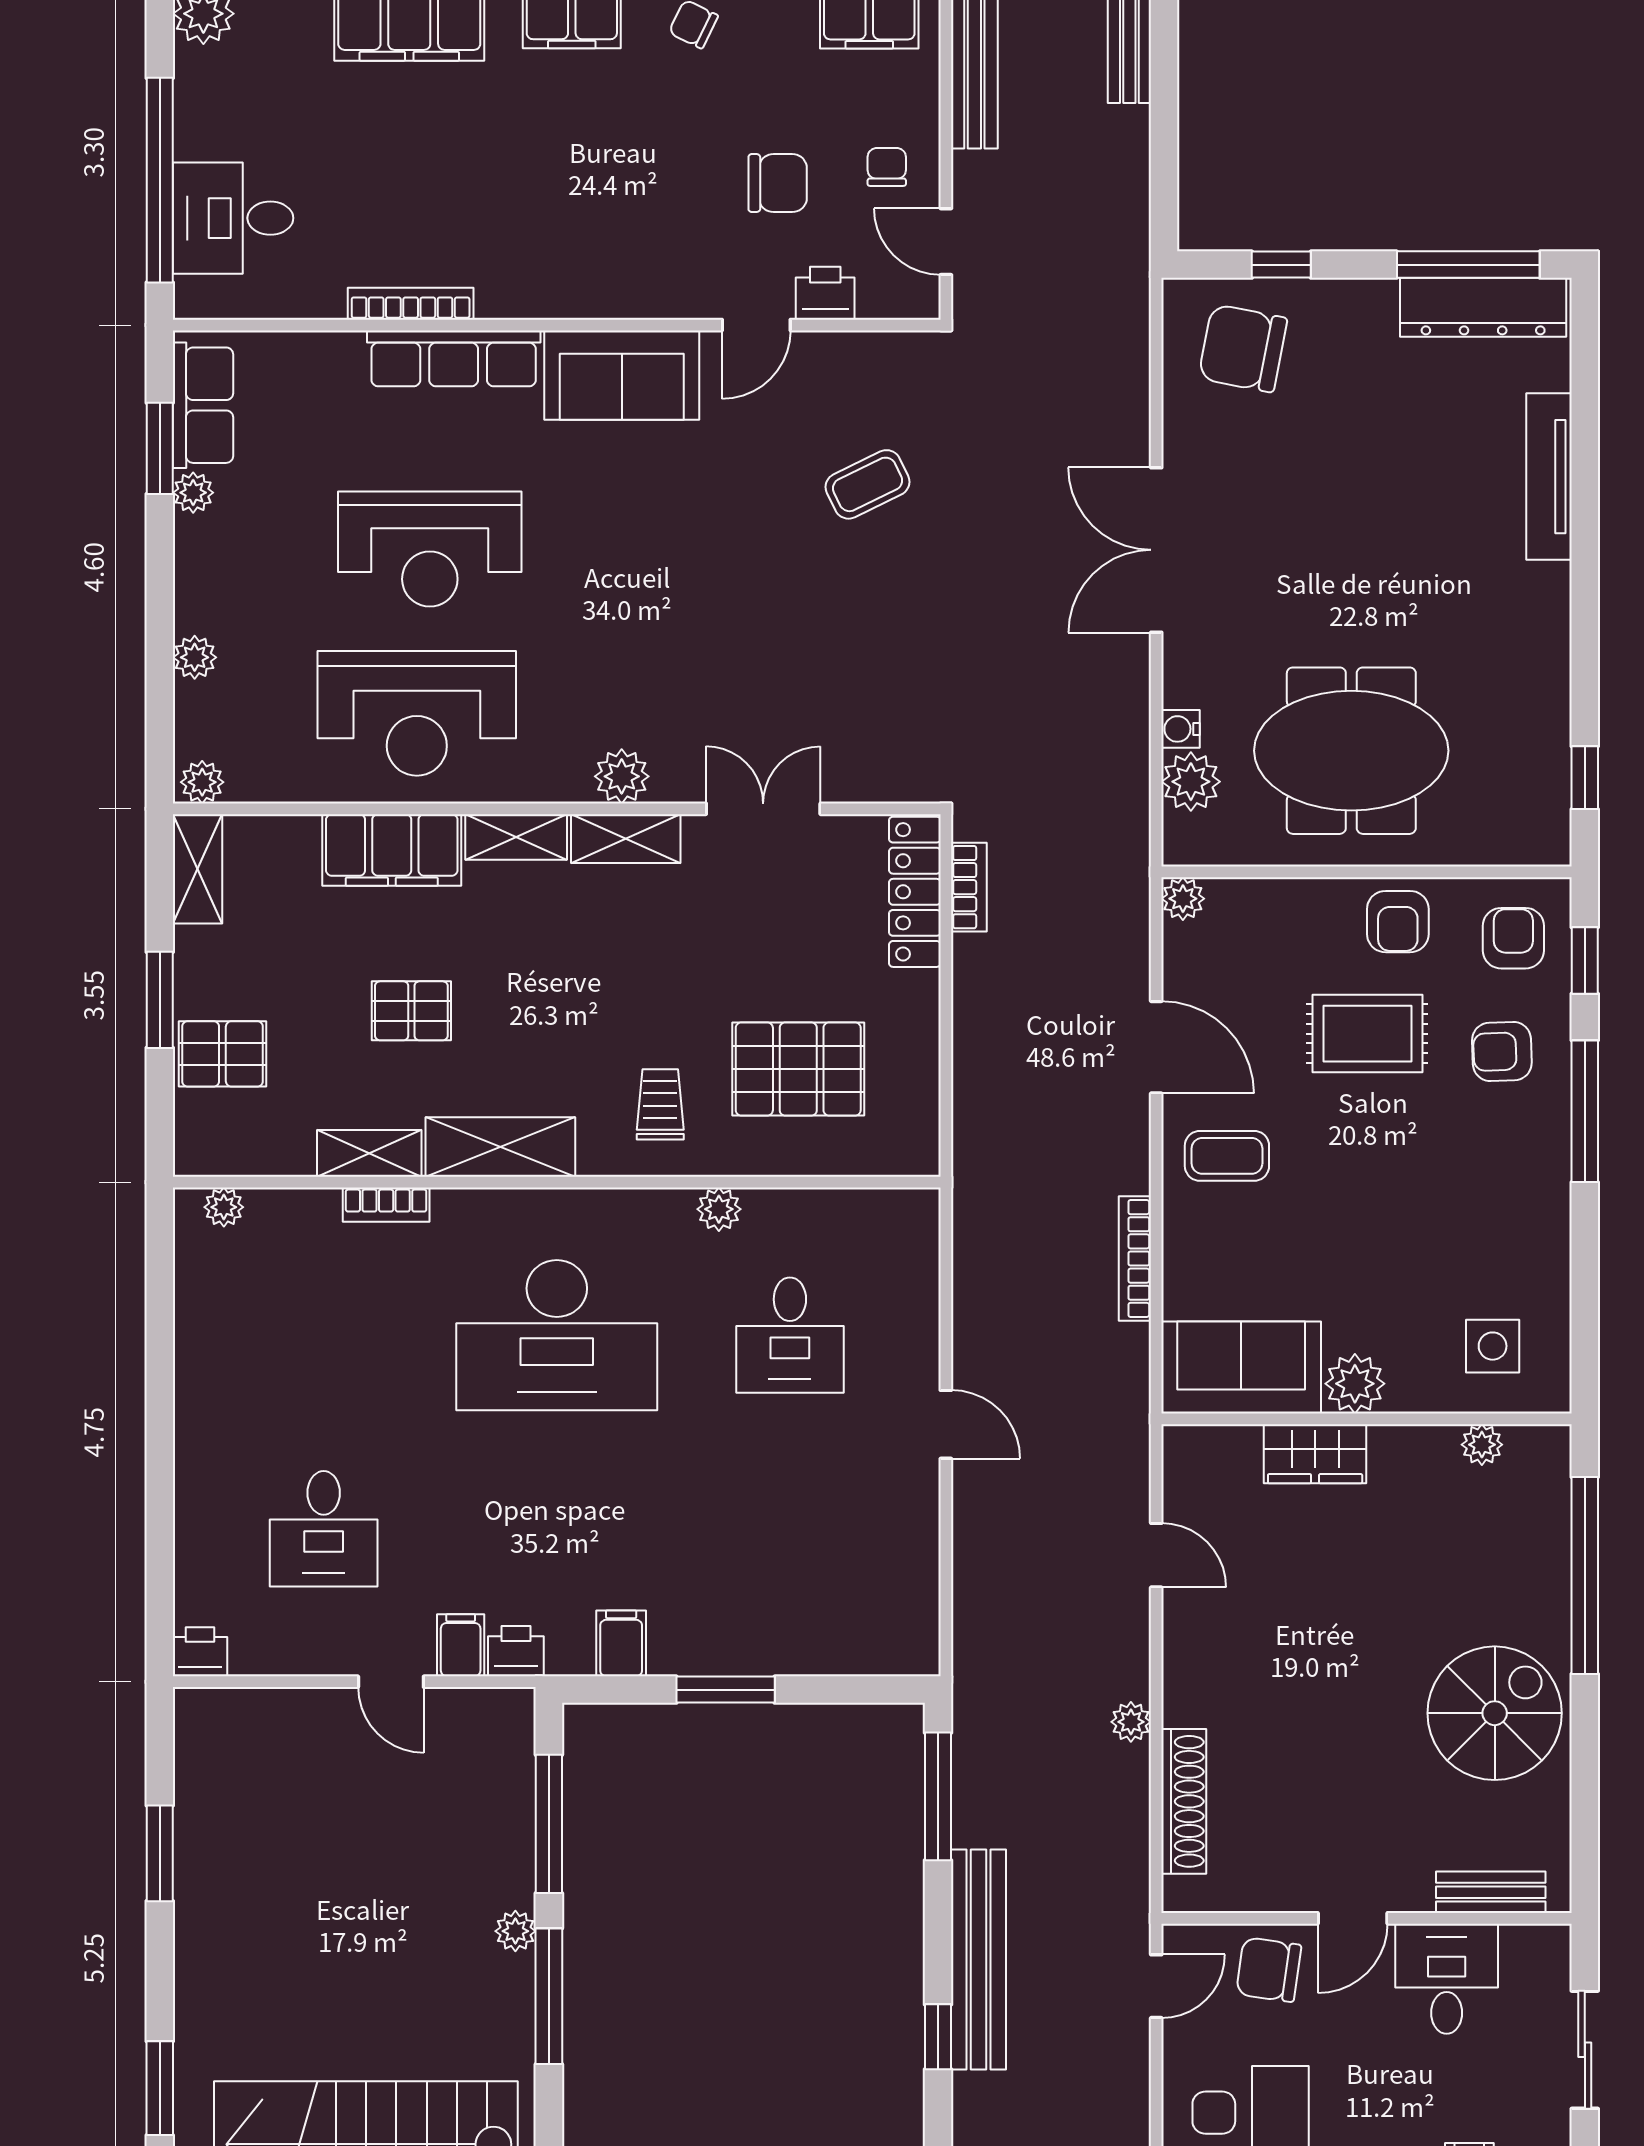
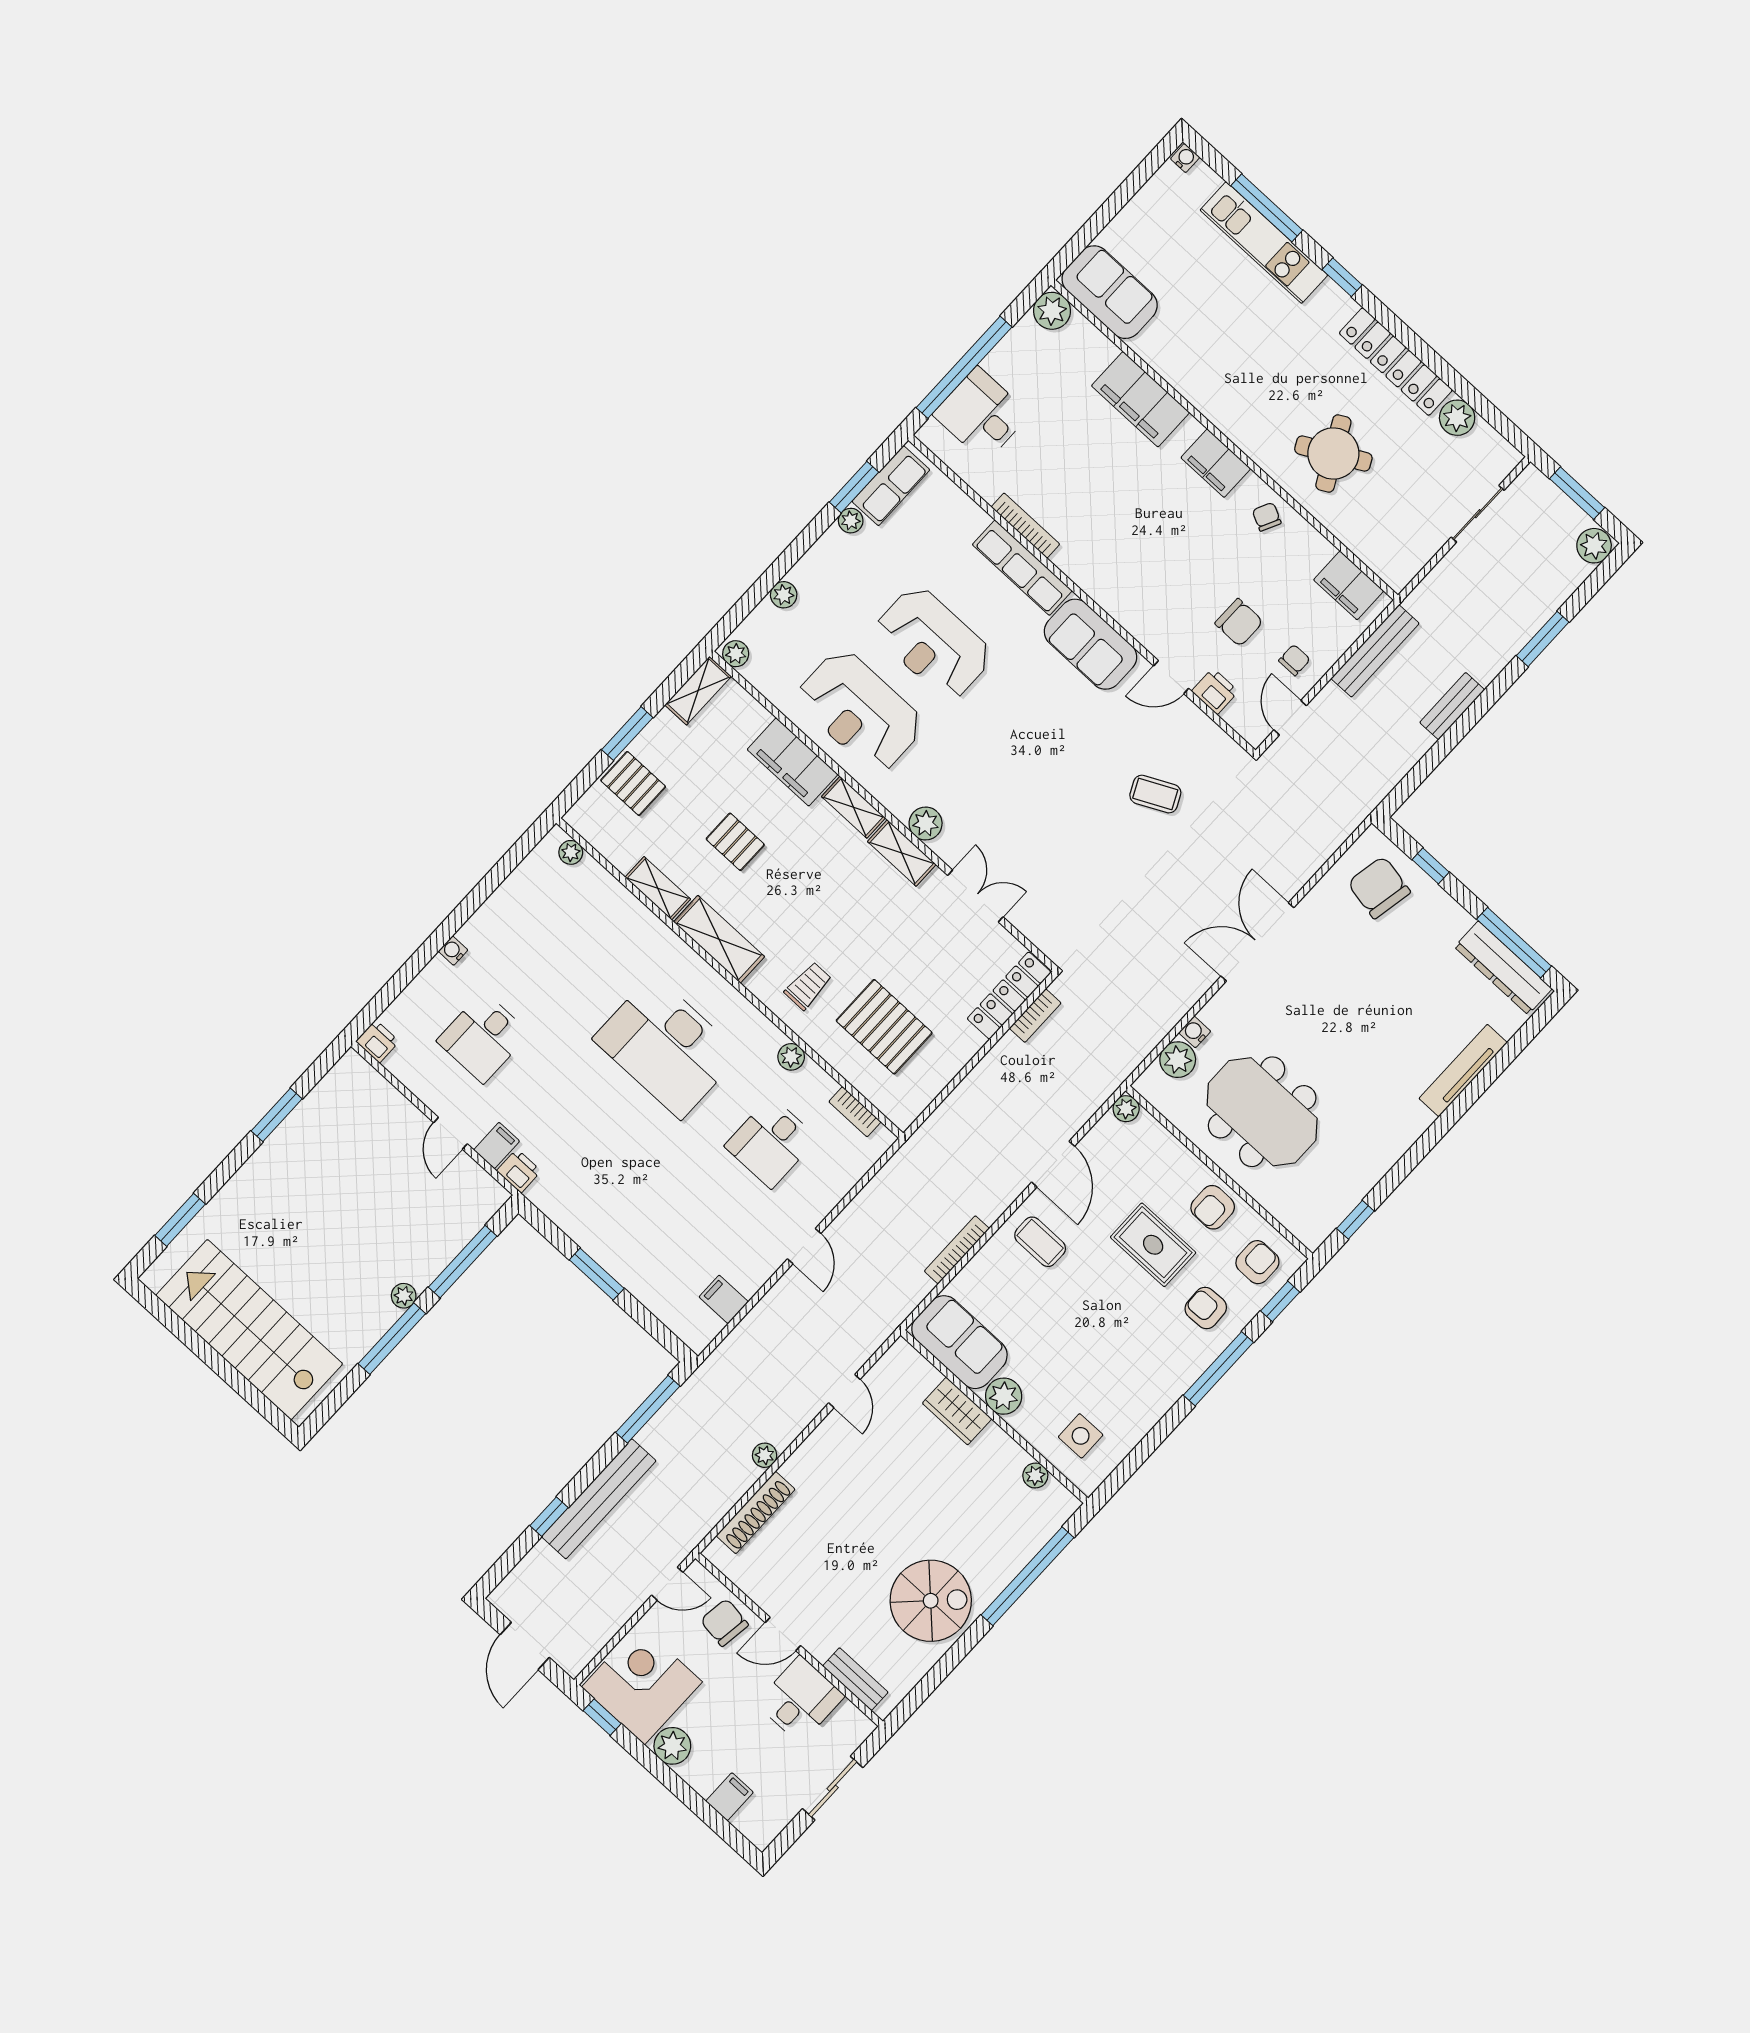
bookcase: (386, 1205) -> (855, 1112), moved
water cooler: (191, 1457) -> (453, 951), added
filing cabinet: (621, 1643) -> (724, 1299), moved, turned -90

